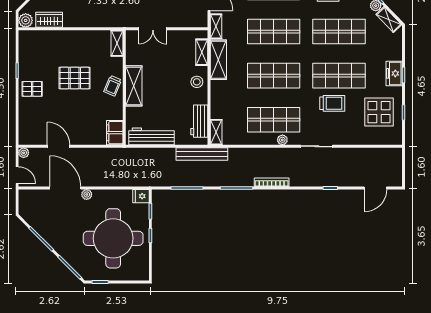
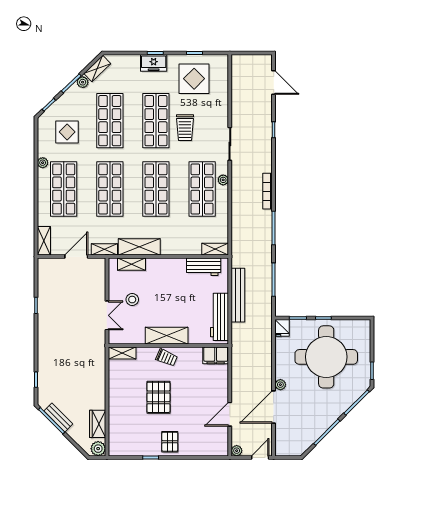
stool: (197, 82) -> (132, 300), moved
trolley: (332, 103) -> (185, 128), turned 180
bench: (202, 154) -> (238, 295), moved

